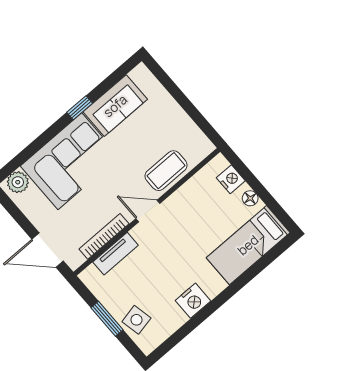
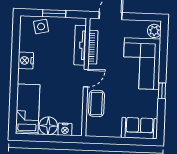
sofa: (115, 106) -> (140, 128), moved, turned 90
floor lamp: (250, 198) -> (48, 126), width x1.89, depth x1.89
tv unit: (116, 254) -> (80, 45), width x1.41

